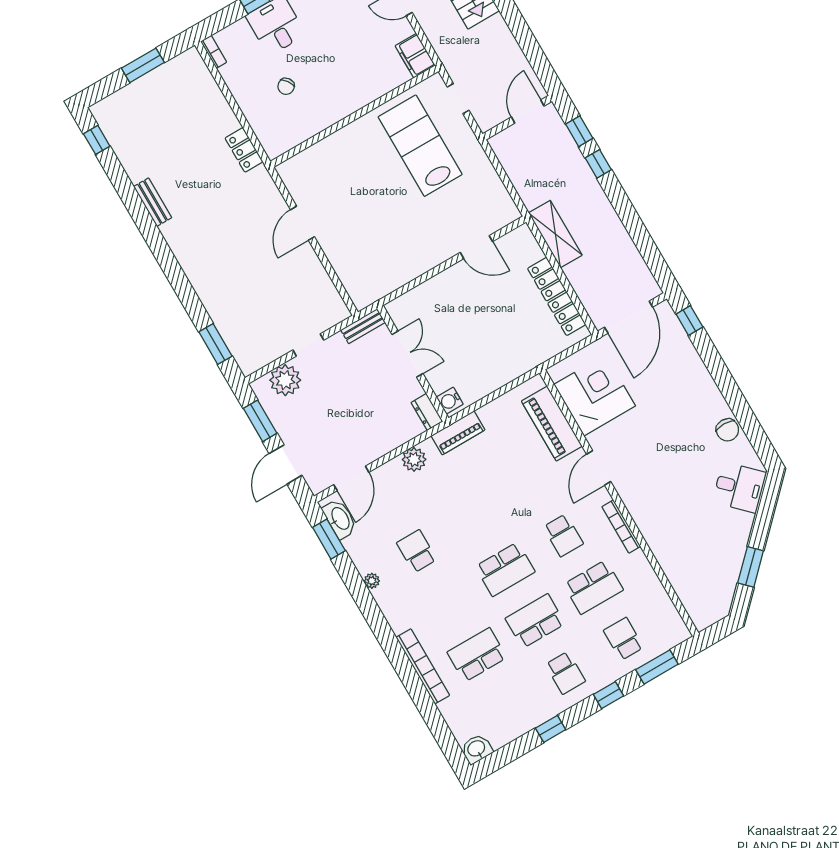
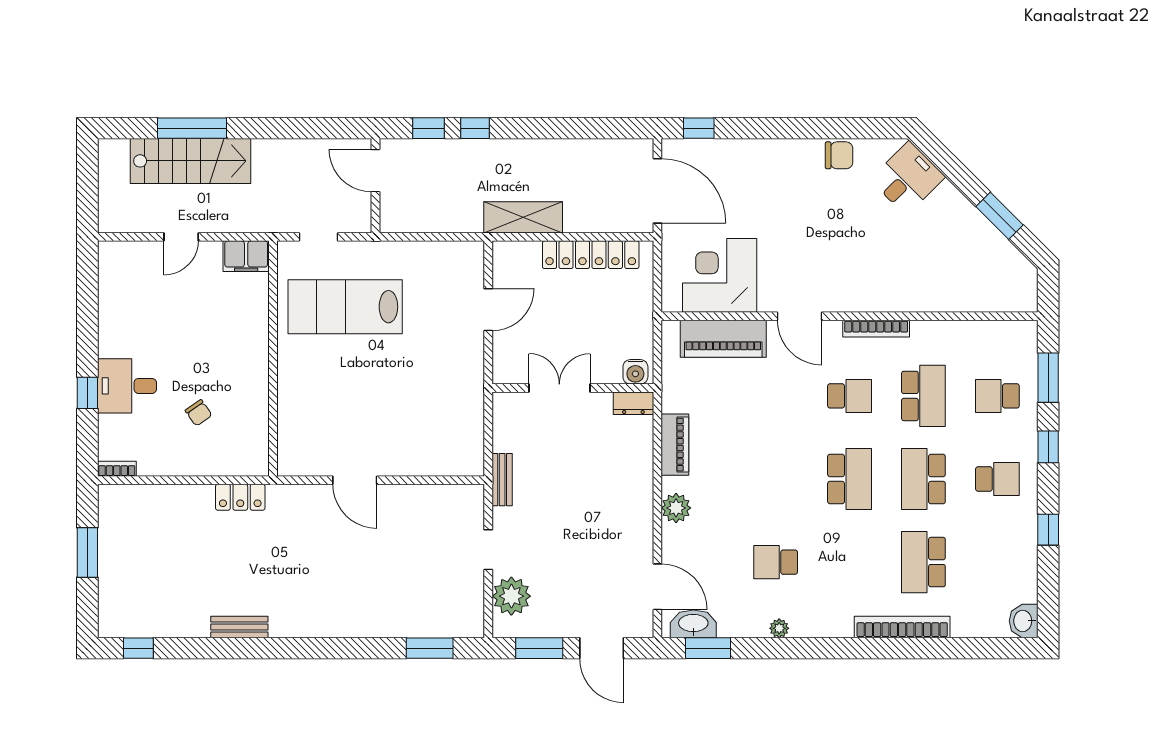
double door: (407, 354) -> (559, 388), moved
wall: (413, 363) -> (573, 388), moved
water cooler: (450, 401) -> (635, 372), moved
dresser: (427, 412) -> (633, 403), moved

